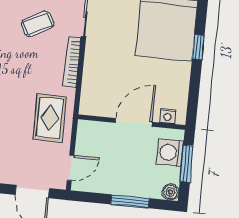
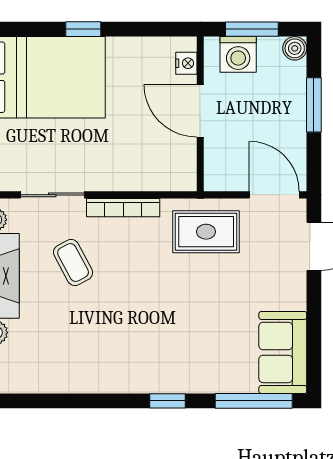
door: (71, 168) -> (274, 195), width x1.38

